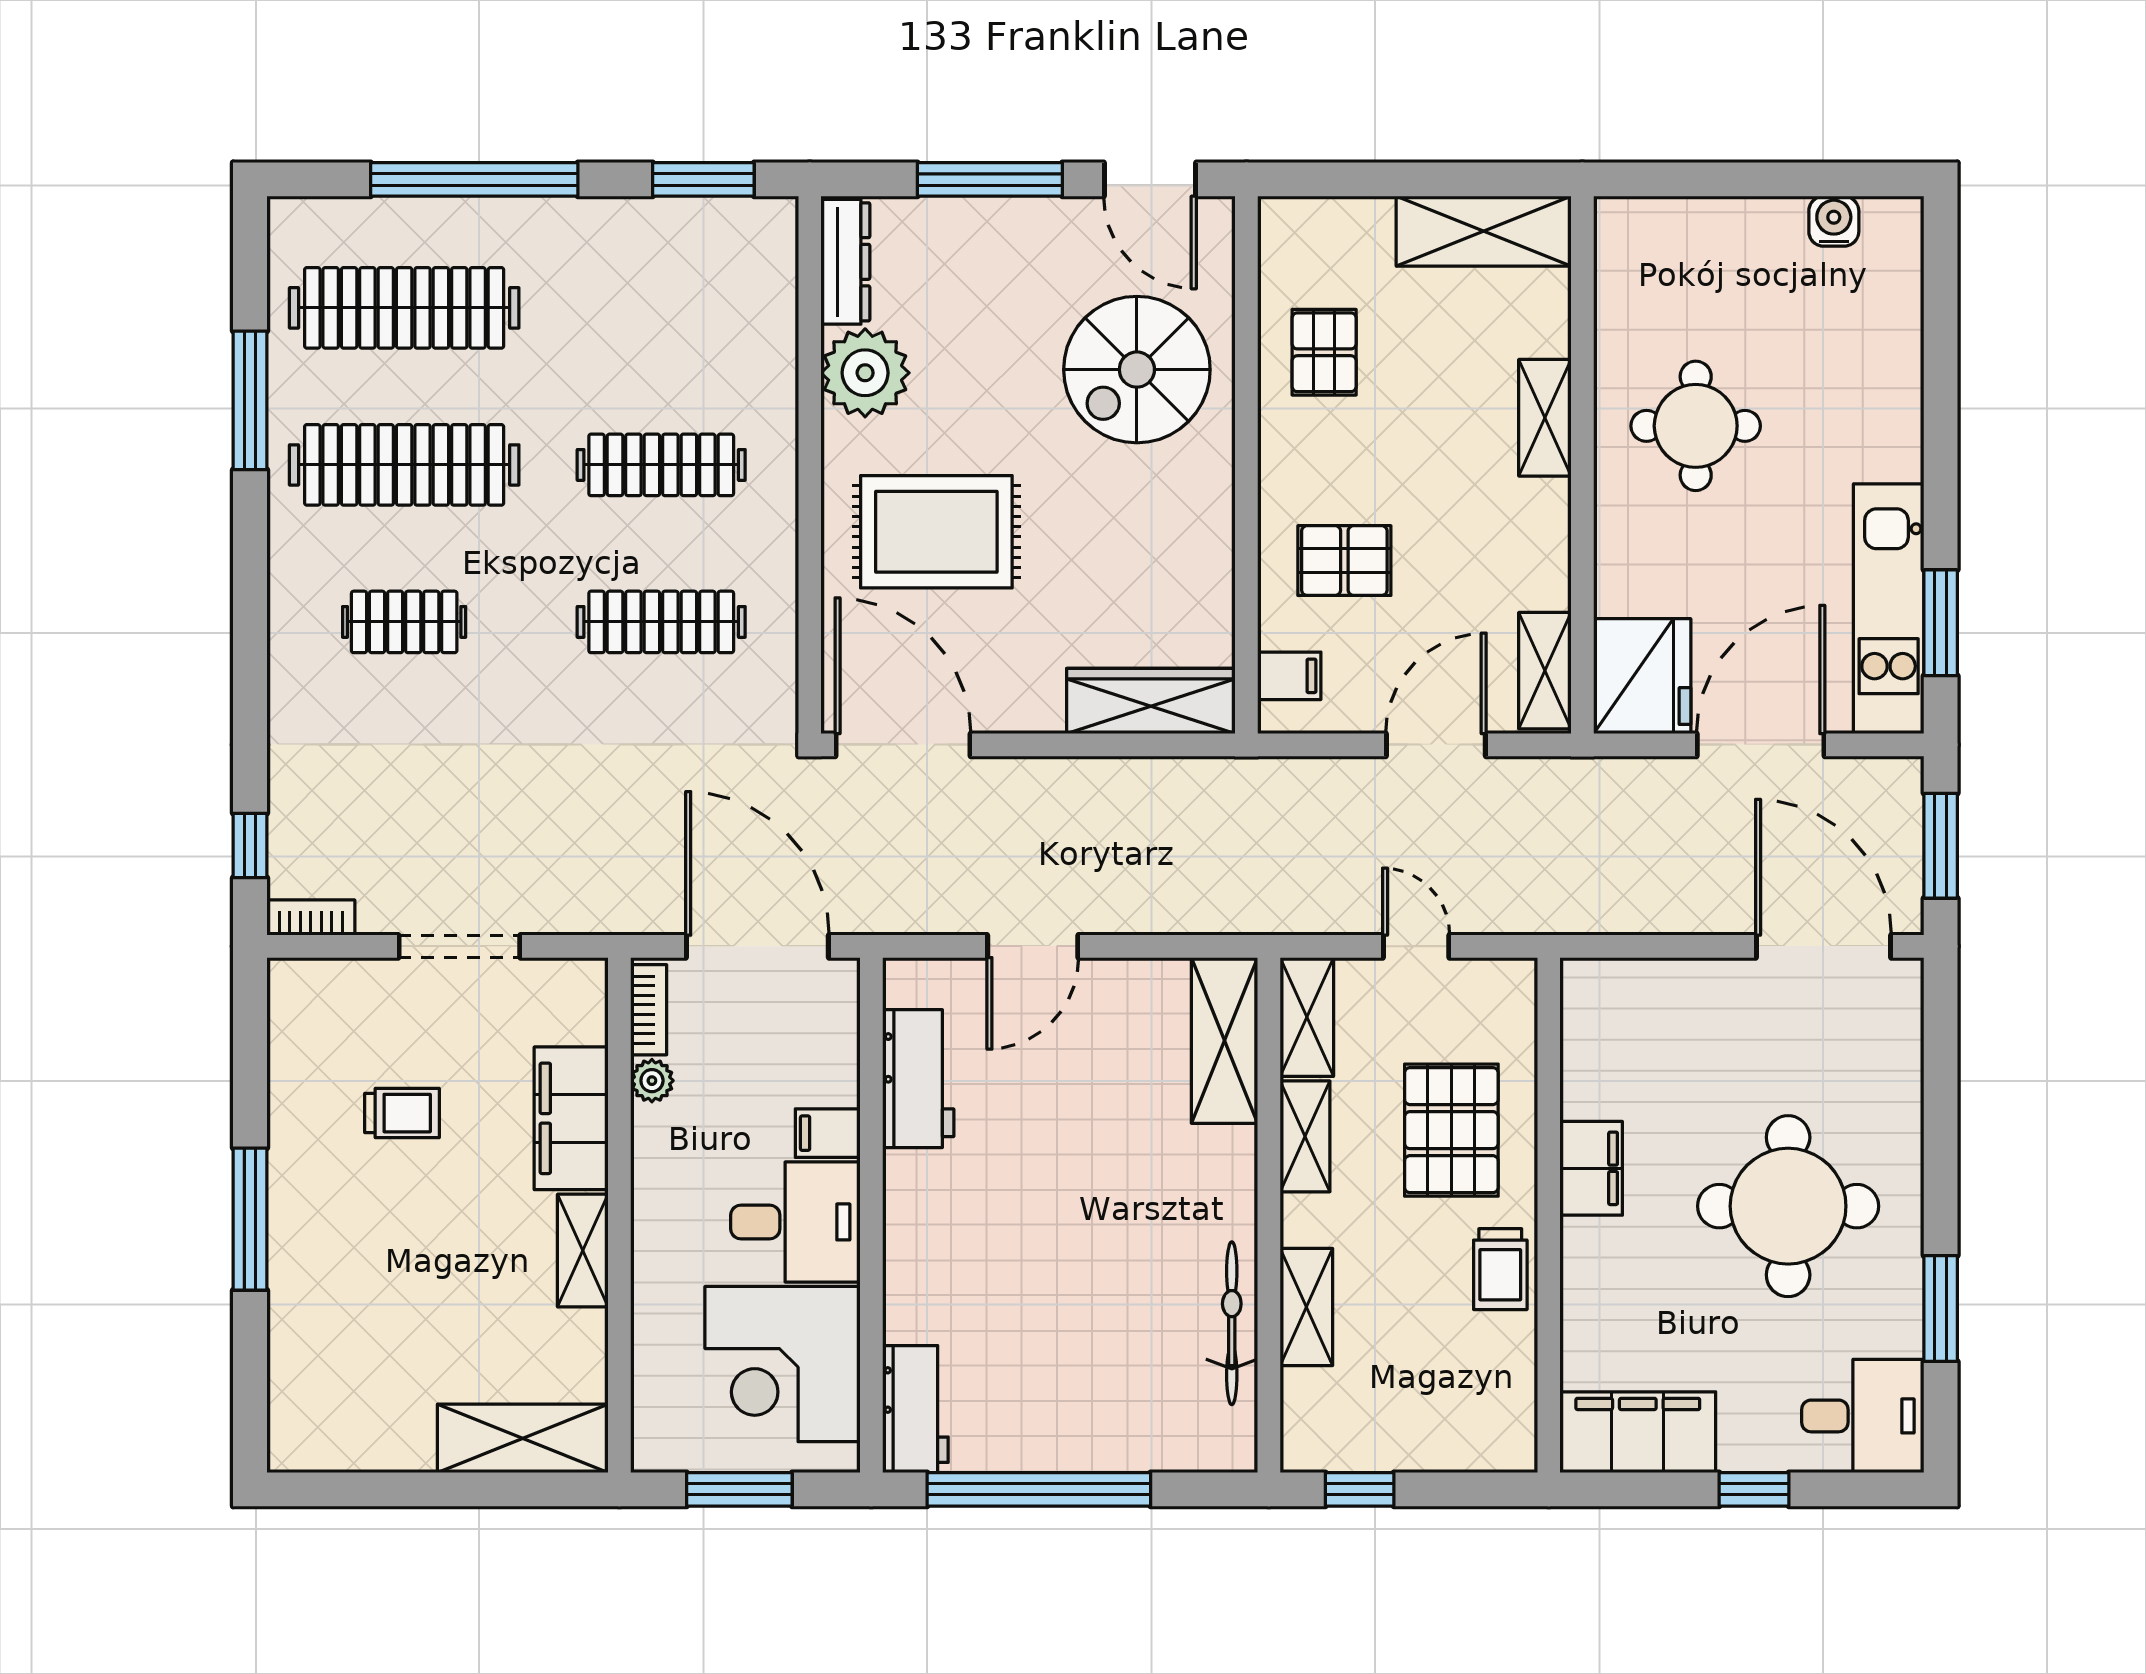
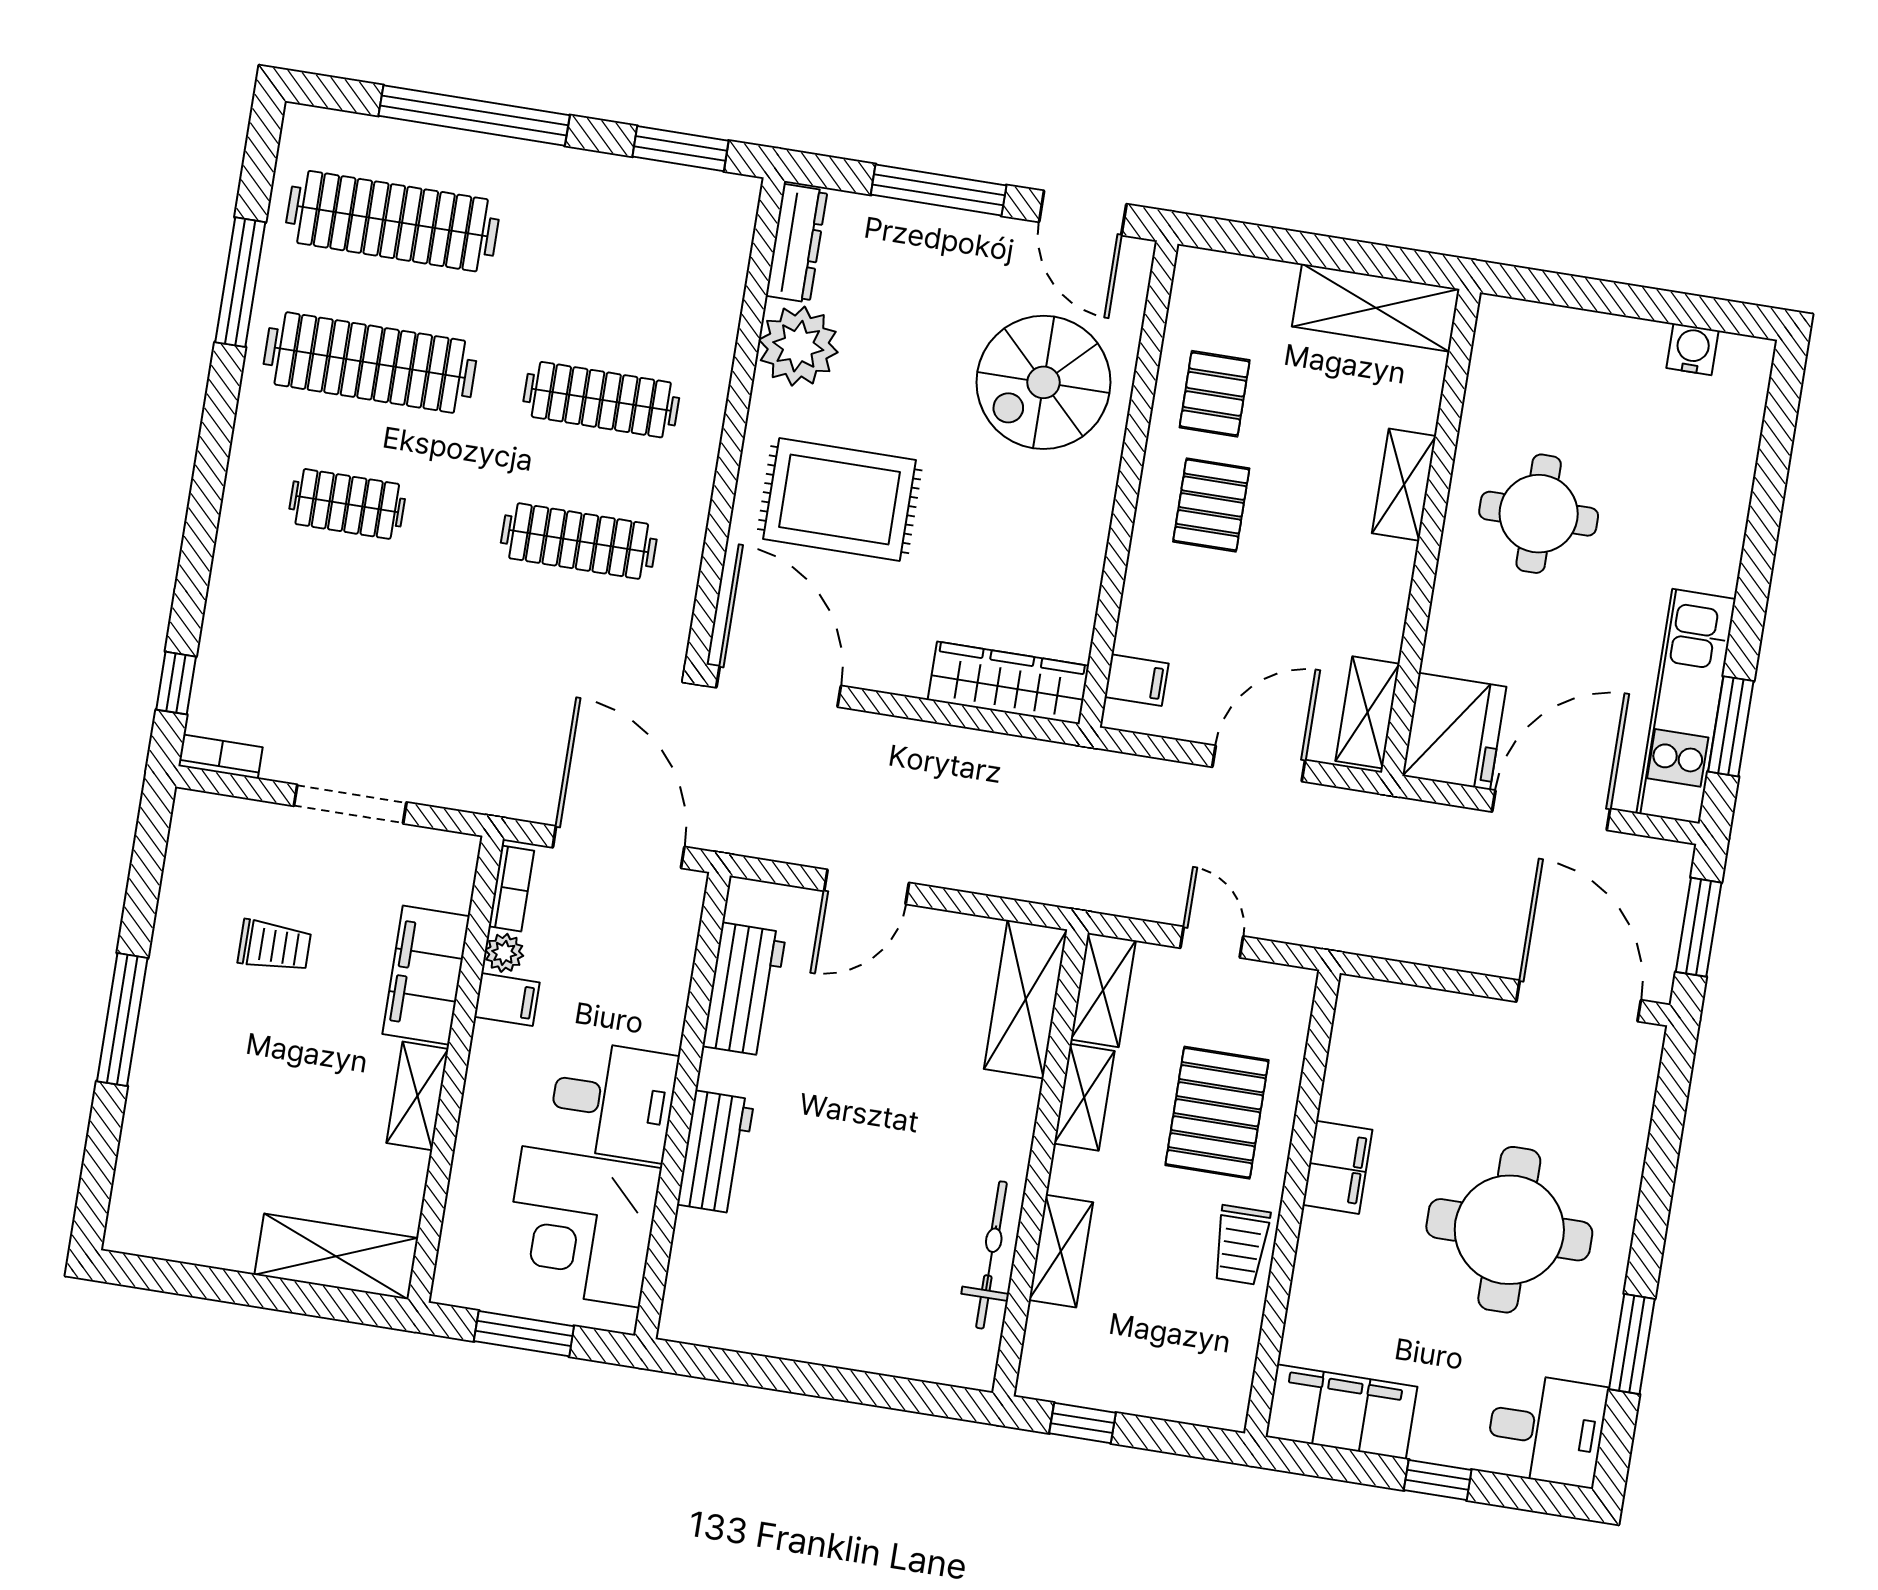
pallet: (1344, 561) -> (1211, 505), moved, turned 90
filing cabinet: (828, 1133) -> (507, 1000), moved, turned 180
workbench: (915, 1409) -> (716, 1152), moved
window: (1039, 1489) -> (794, 1377), removed

